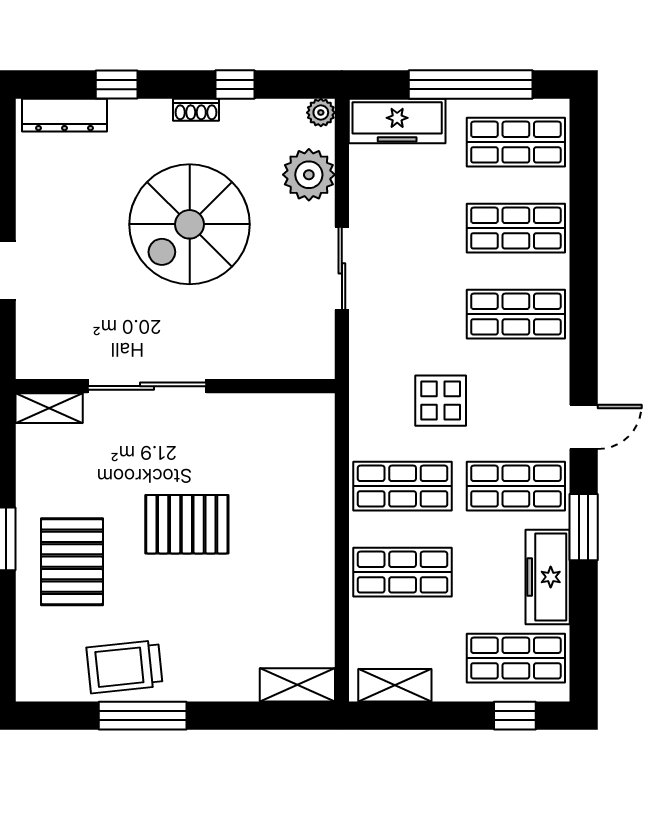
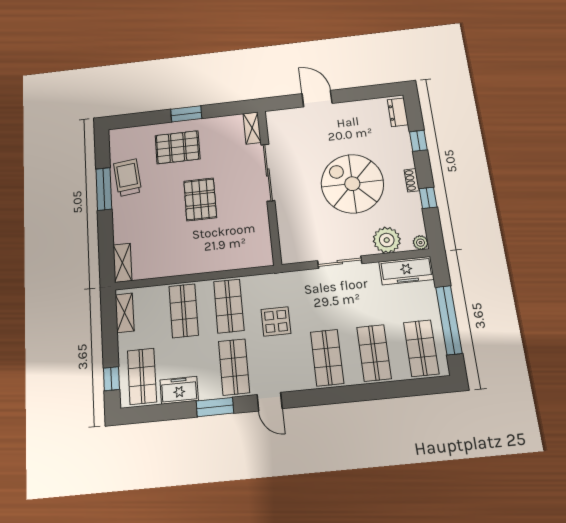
dresser: (64, 115) -> (398, 112), width x0.70
freezer: (397, 121) -> (406, 271), moved, turned -90
freezer: (548, 577) -> (179, 390), width x0.71

